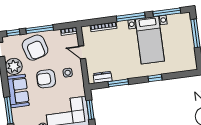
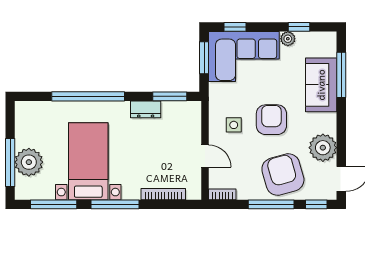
plant: (185, 35) -> (29, 162), added
dresser: (103, 77) -> (146, 109), moved
window: (155, 78) -> (88, 96), width x3.17
armchair: (46, 79) -> (271, 120), turned -90
window: (118, 83) -> (170, 96), moved
sofa: (18, 91) -> (321, 85), moved

